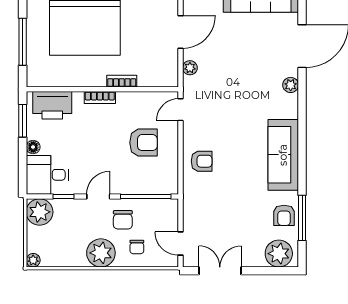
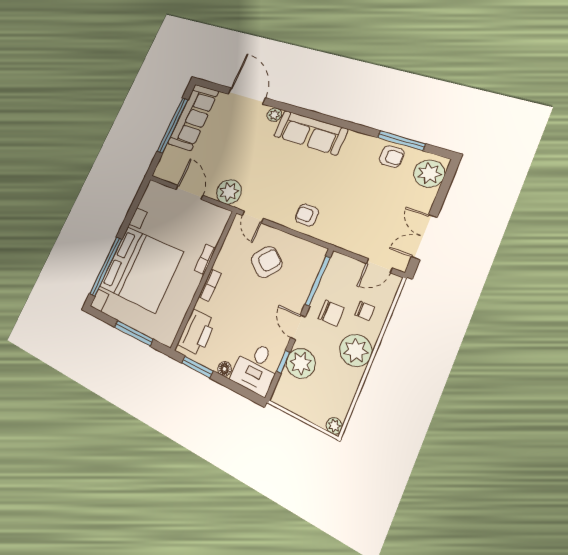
plant: (190, 68) -> (229, 192), width x1.88, depth x1.88
armchair: (144, 143) -> (267, 262), turned 39
sofa: (283, 155) -> (310, 133), moved
armchair: (202, 161) -> (307, 215), turned -90
plant: (40, 212) -> (301, 363), moved

